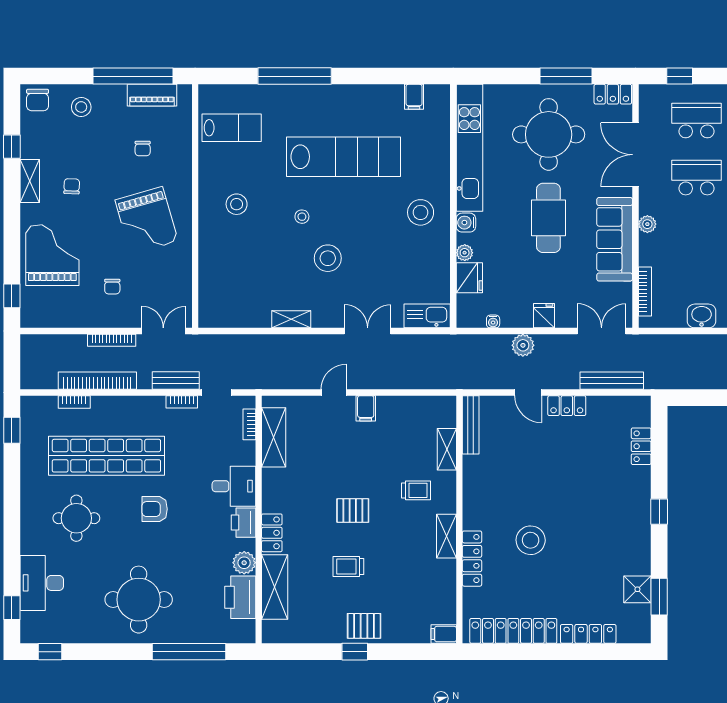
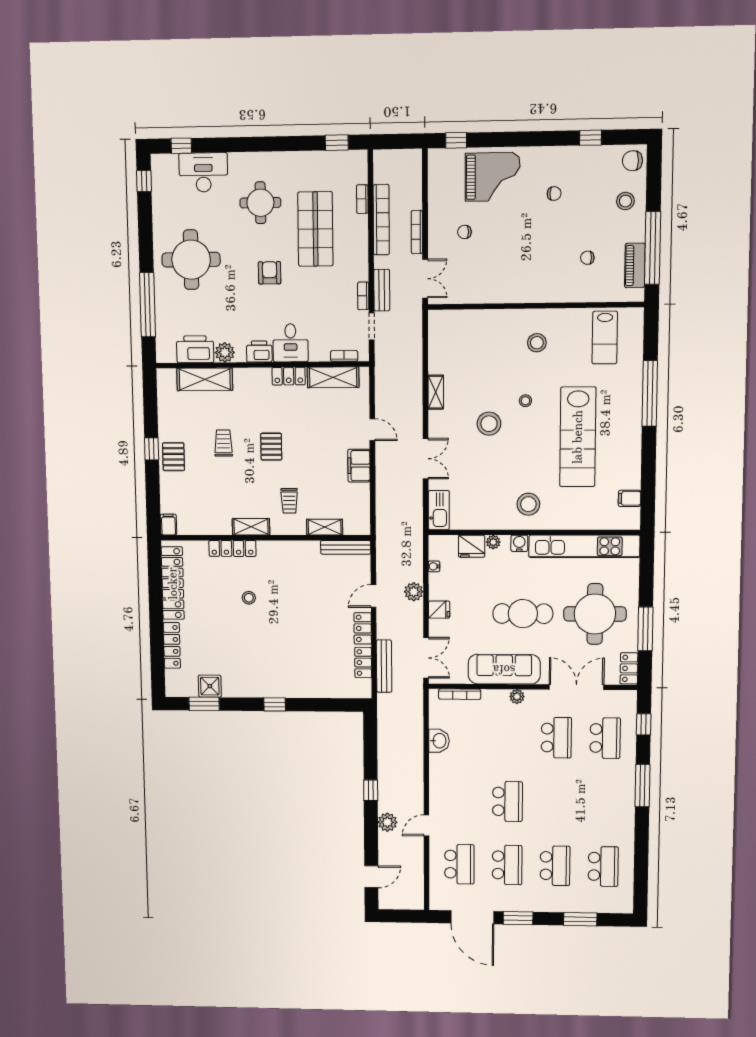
shelving: (30, 181) -> (559, 155), removed
grand piano: (147, 221) -> (523, 262), removed
filing cabinet: (366, 408) -> (359, 466), width x2.00
locker: (641, 446) -> (363, 663), moved, turned -90
shop shelf: (106, 456) -> (315, 229), width x0.71
locker: (272, 533) -> (289, 376), moved
stool: (531, 540) -> (249, 598), width x0.53, depth x0.53

